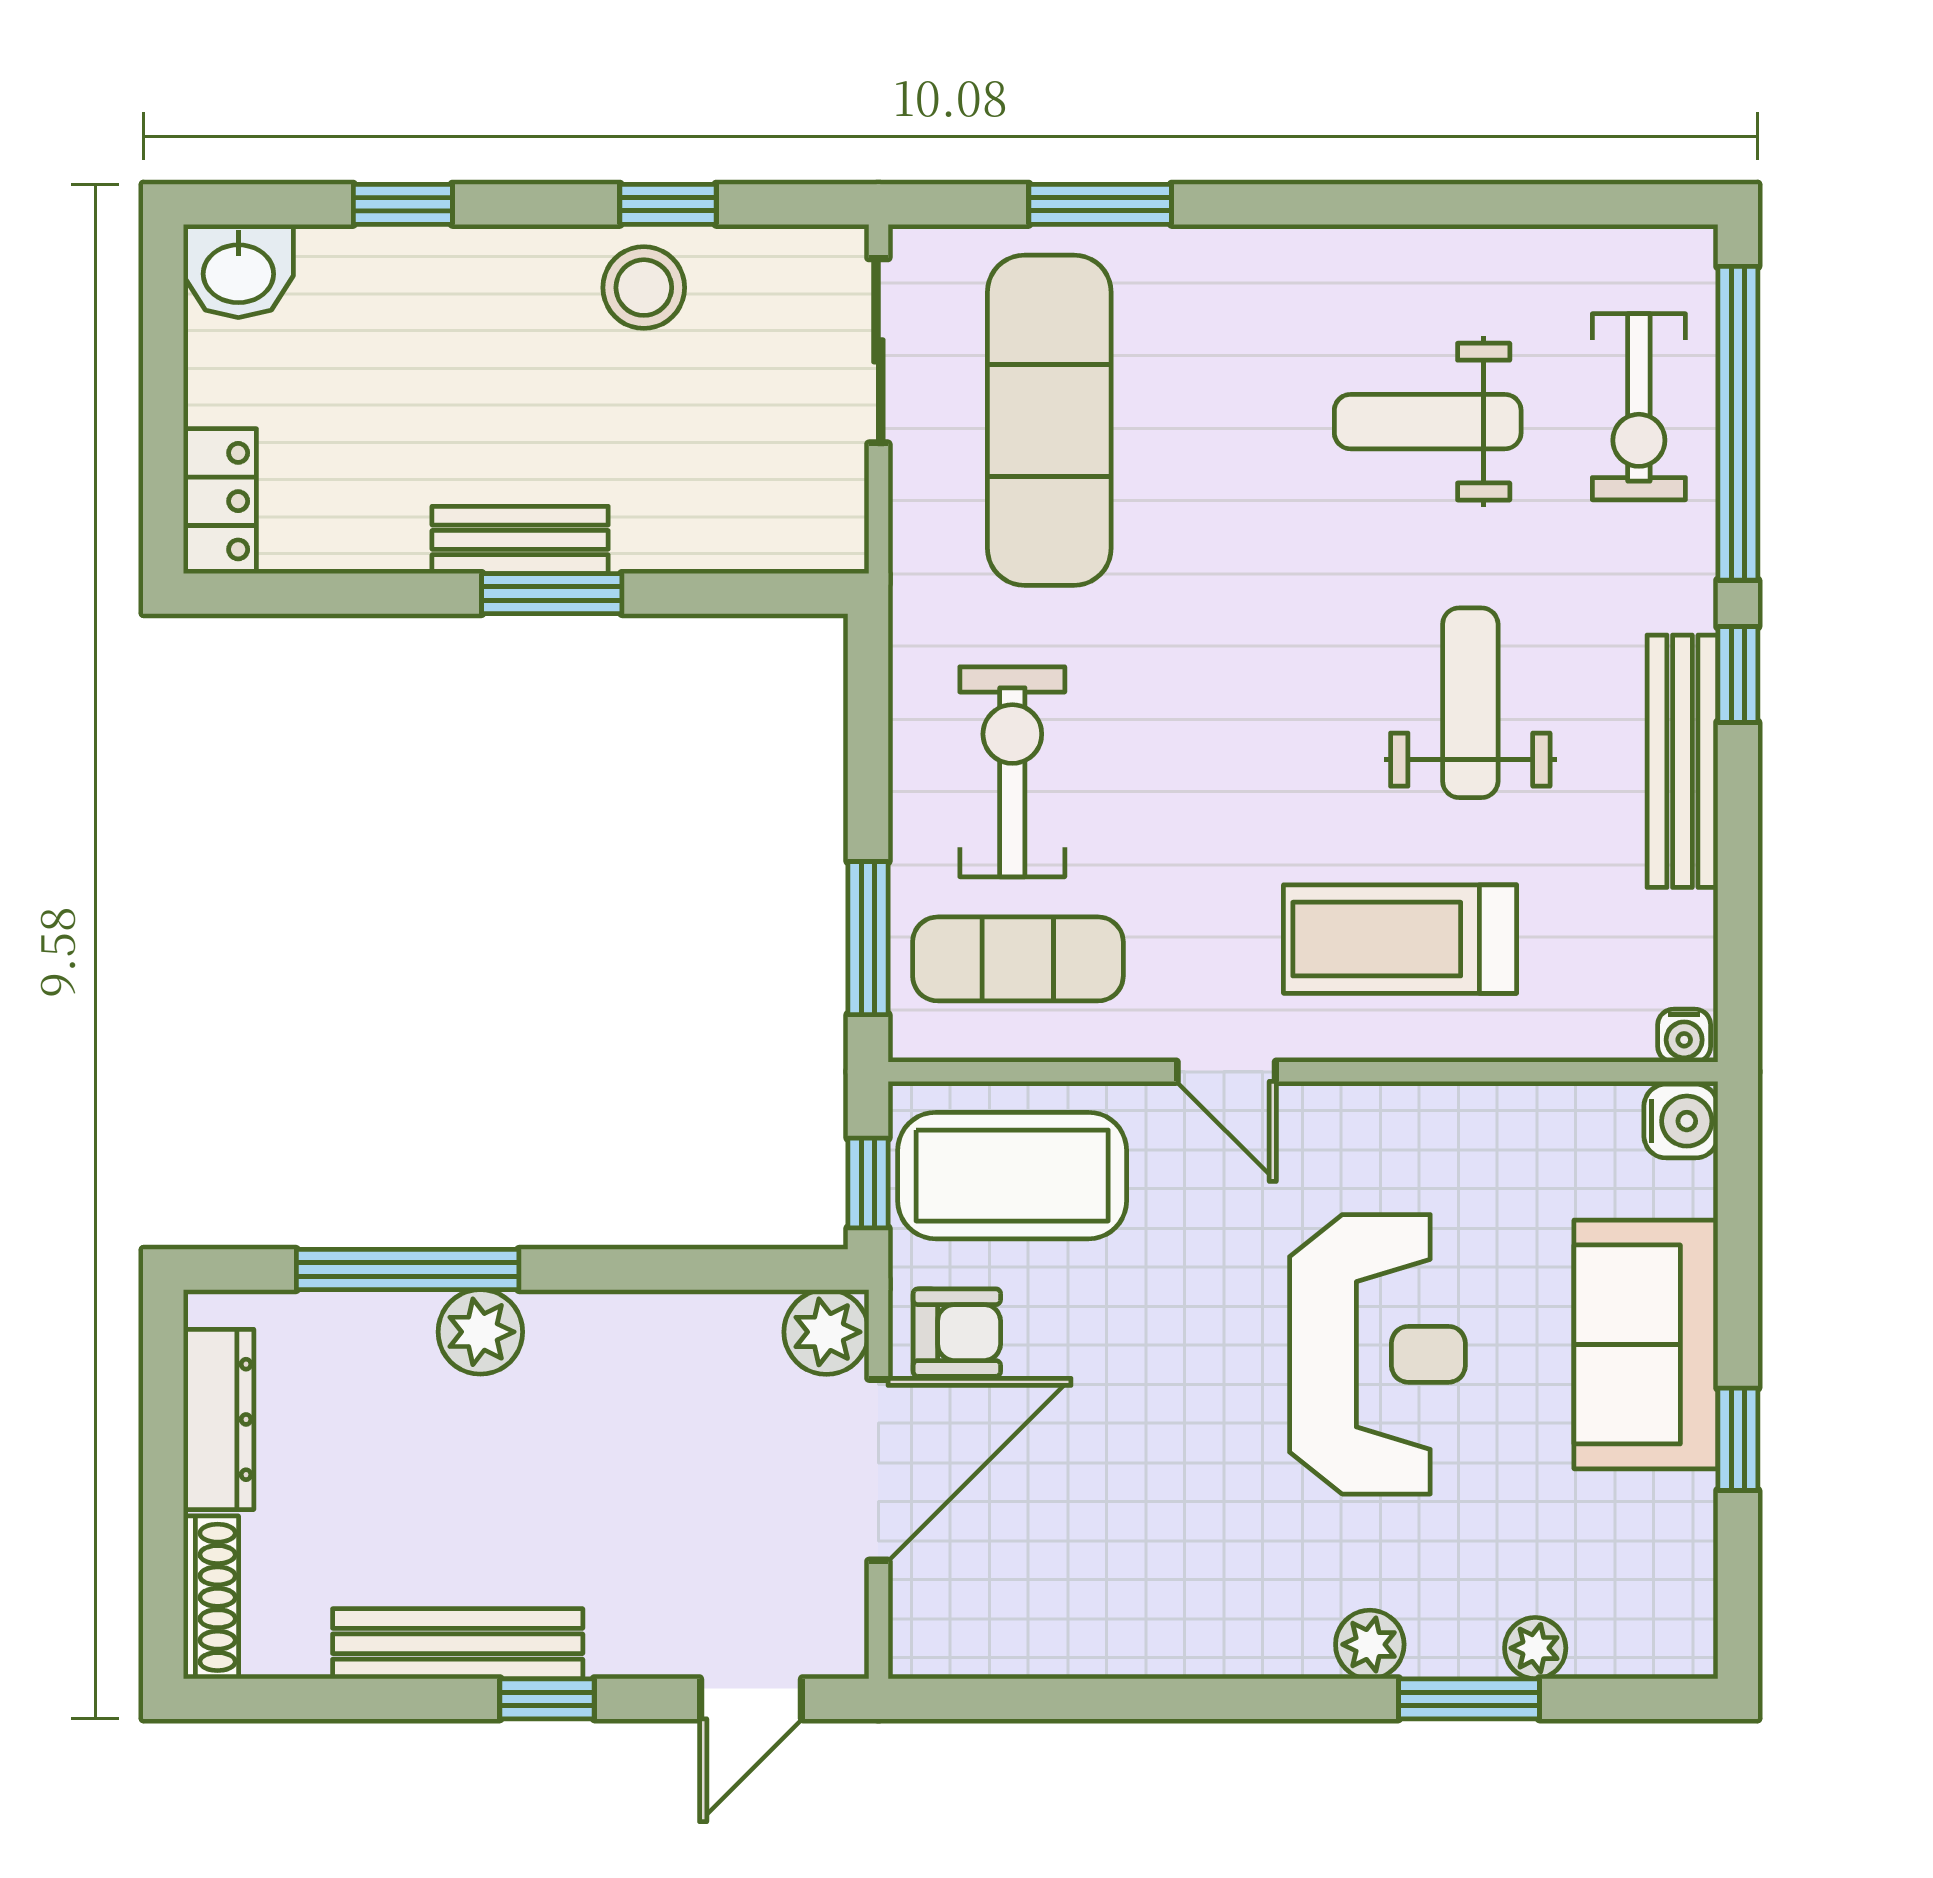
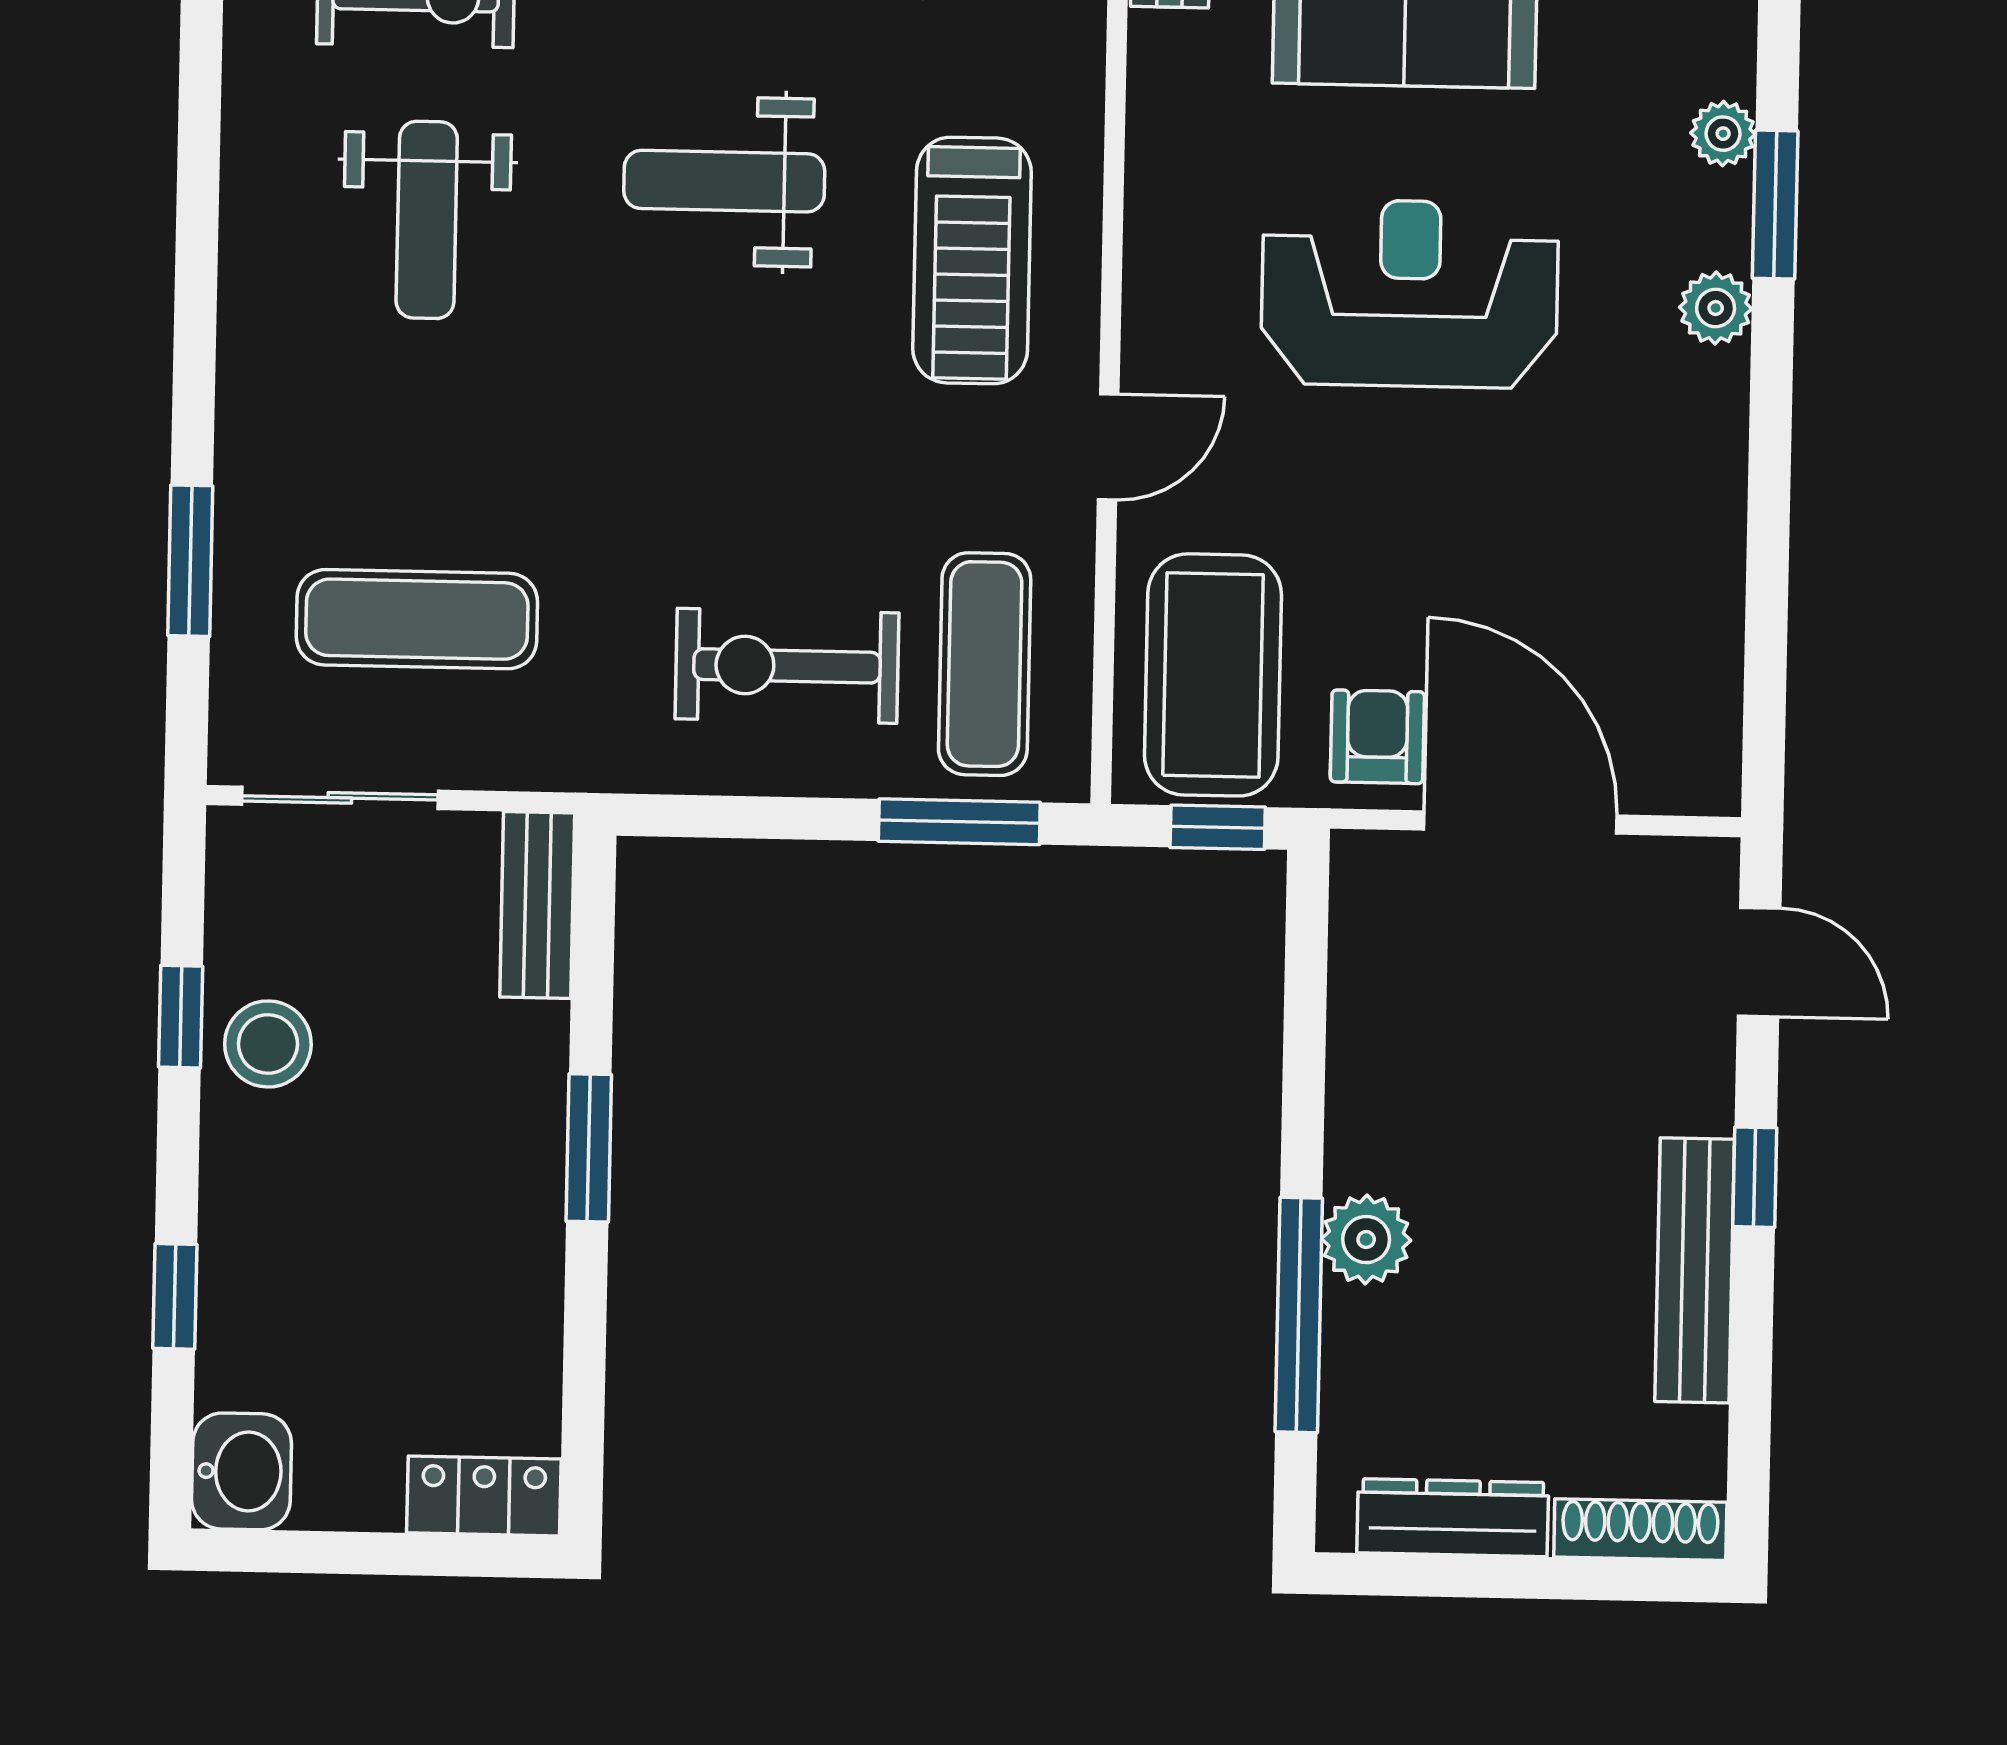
exercise mat: (1049, 420) -> (417, 619), width x0.73, depth x0.69
bench: (520, 540) -> (537, 905), moved
plant: (826, 1332) -> (1374, 874), removed

